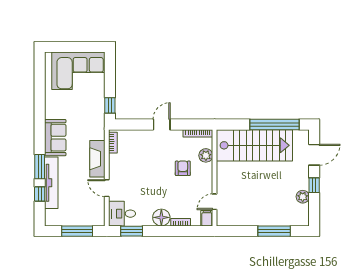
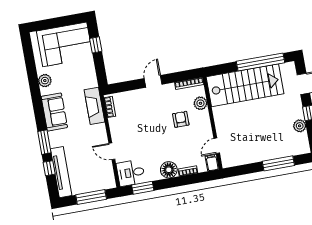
plant: (51, 104) -> (45, 81), added
window: (110, 105) -> (96, 45), moved
fireplace: (97, 159) -> (94, 106), moved
tv unit: (51, 183) -> (61, 172), moved

